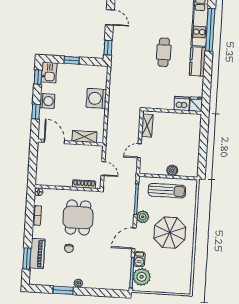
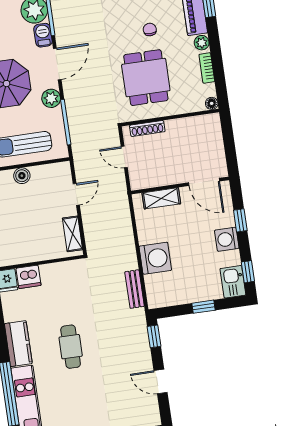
bench: (114, 81) -> (135, 289), added
plant: (37, 233) -> (202, 43), added

